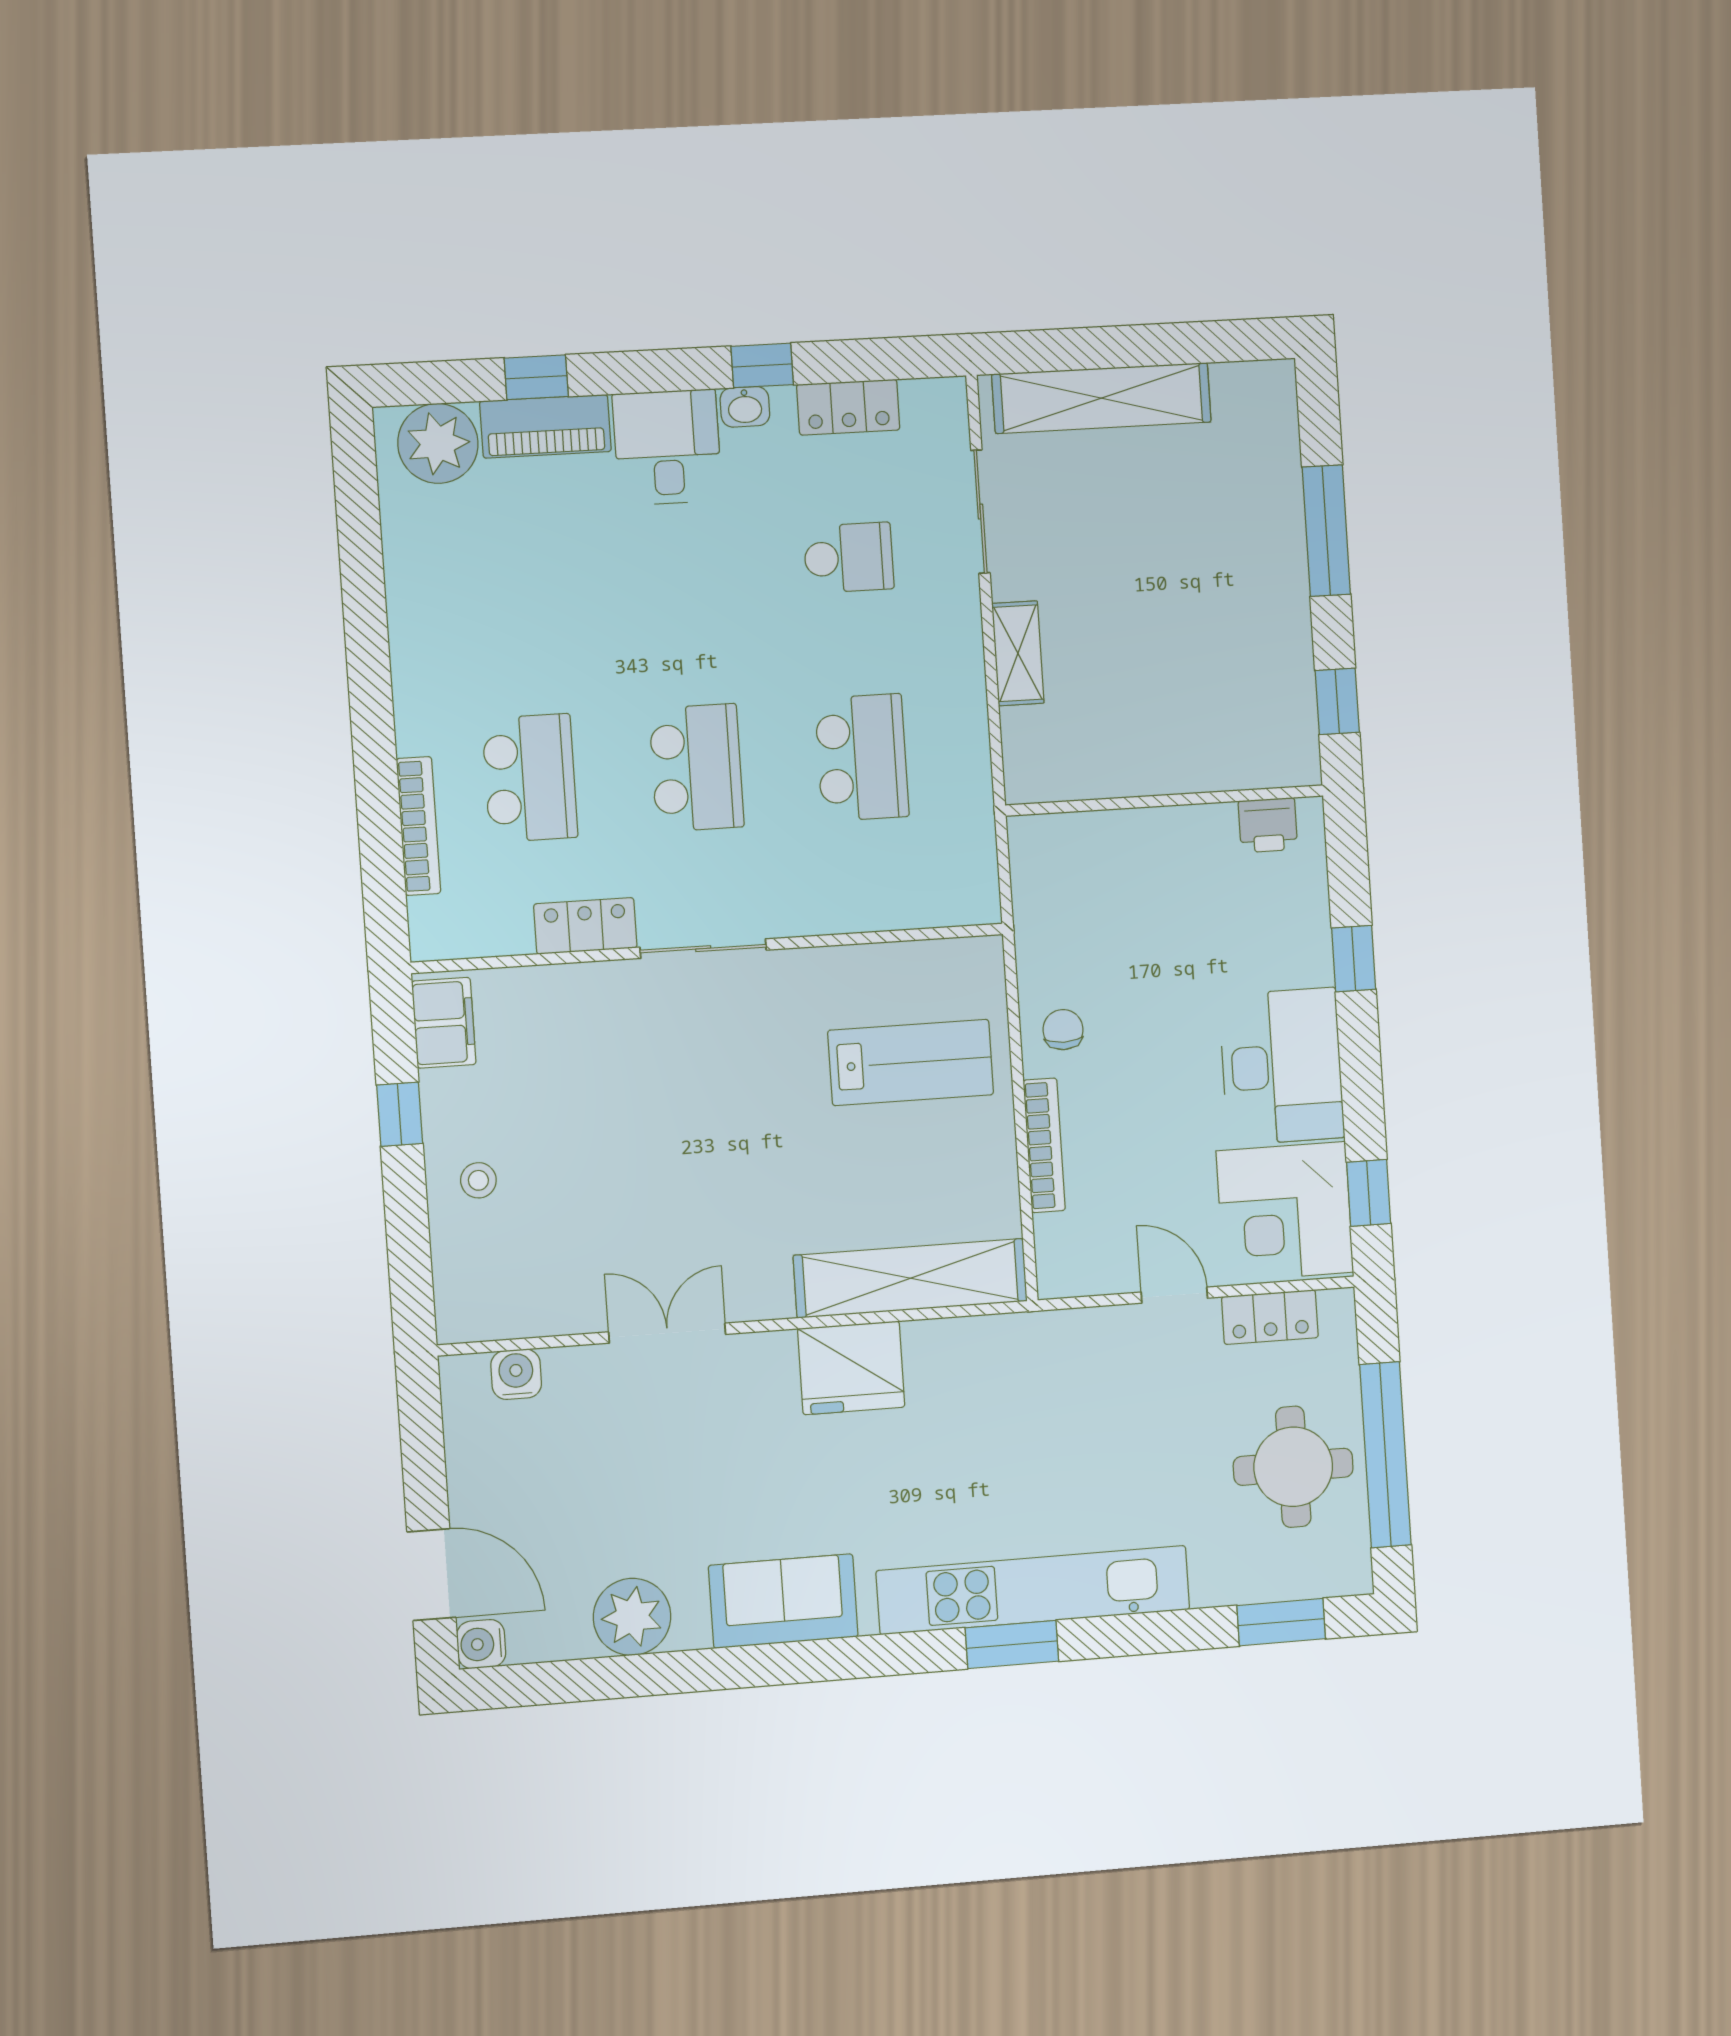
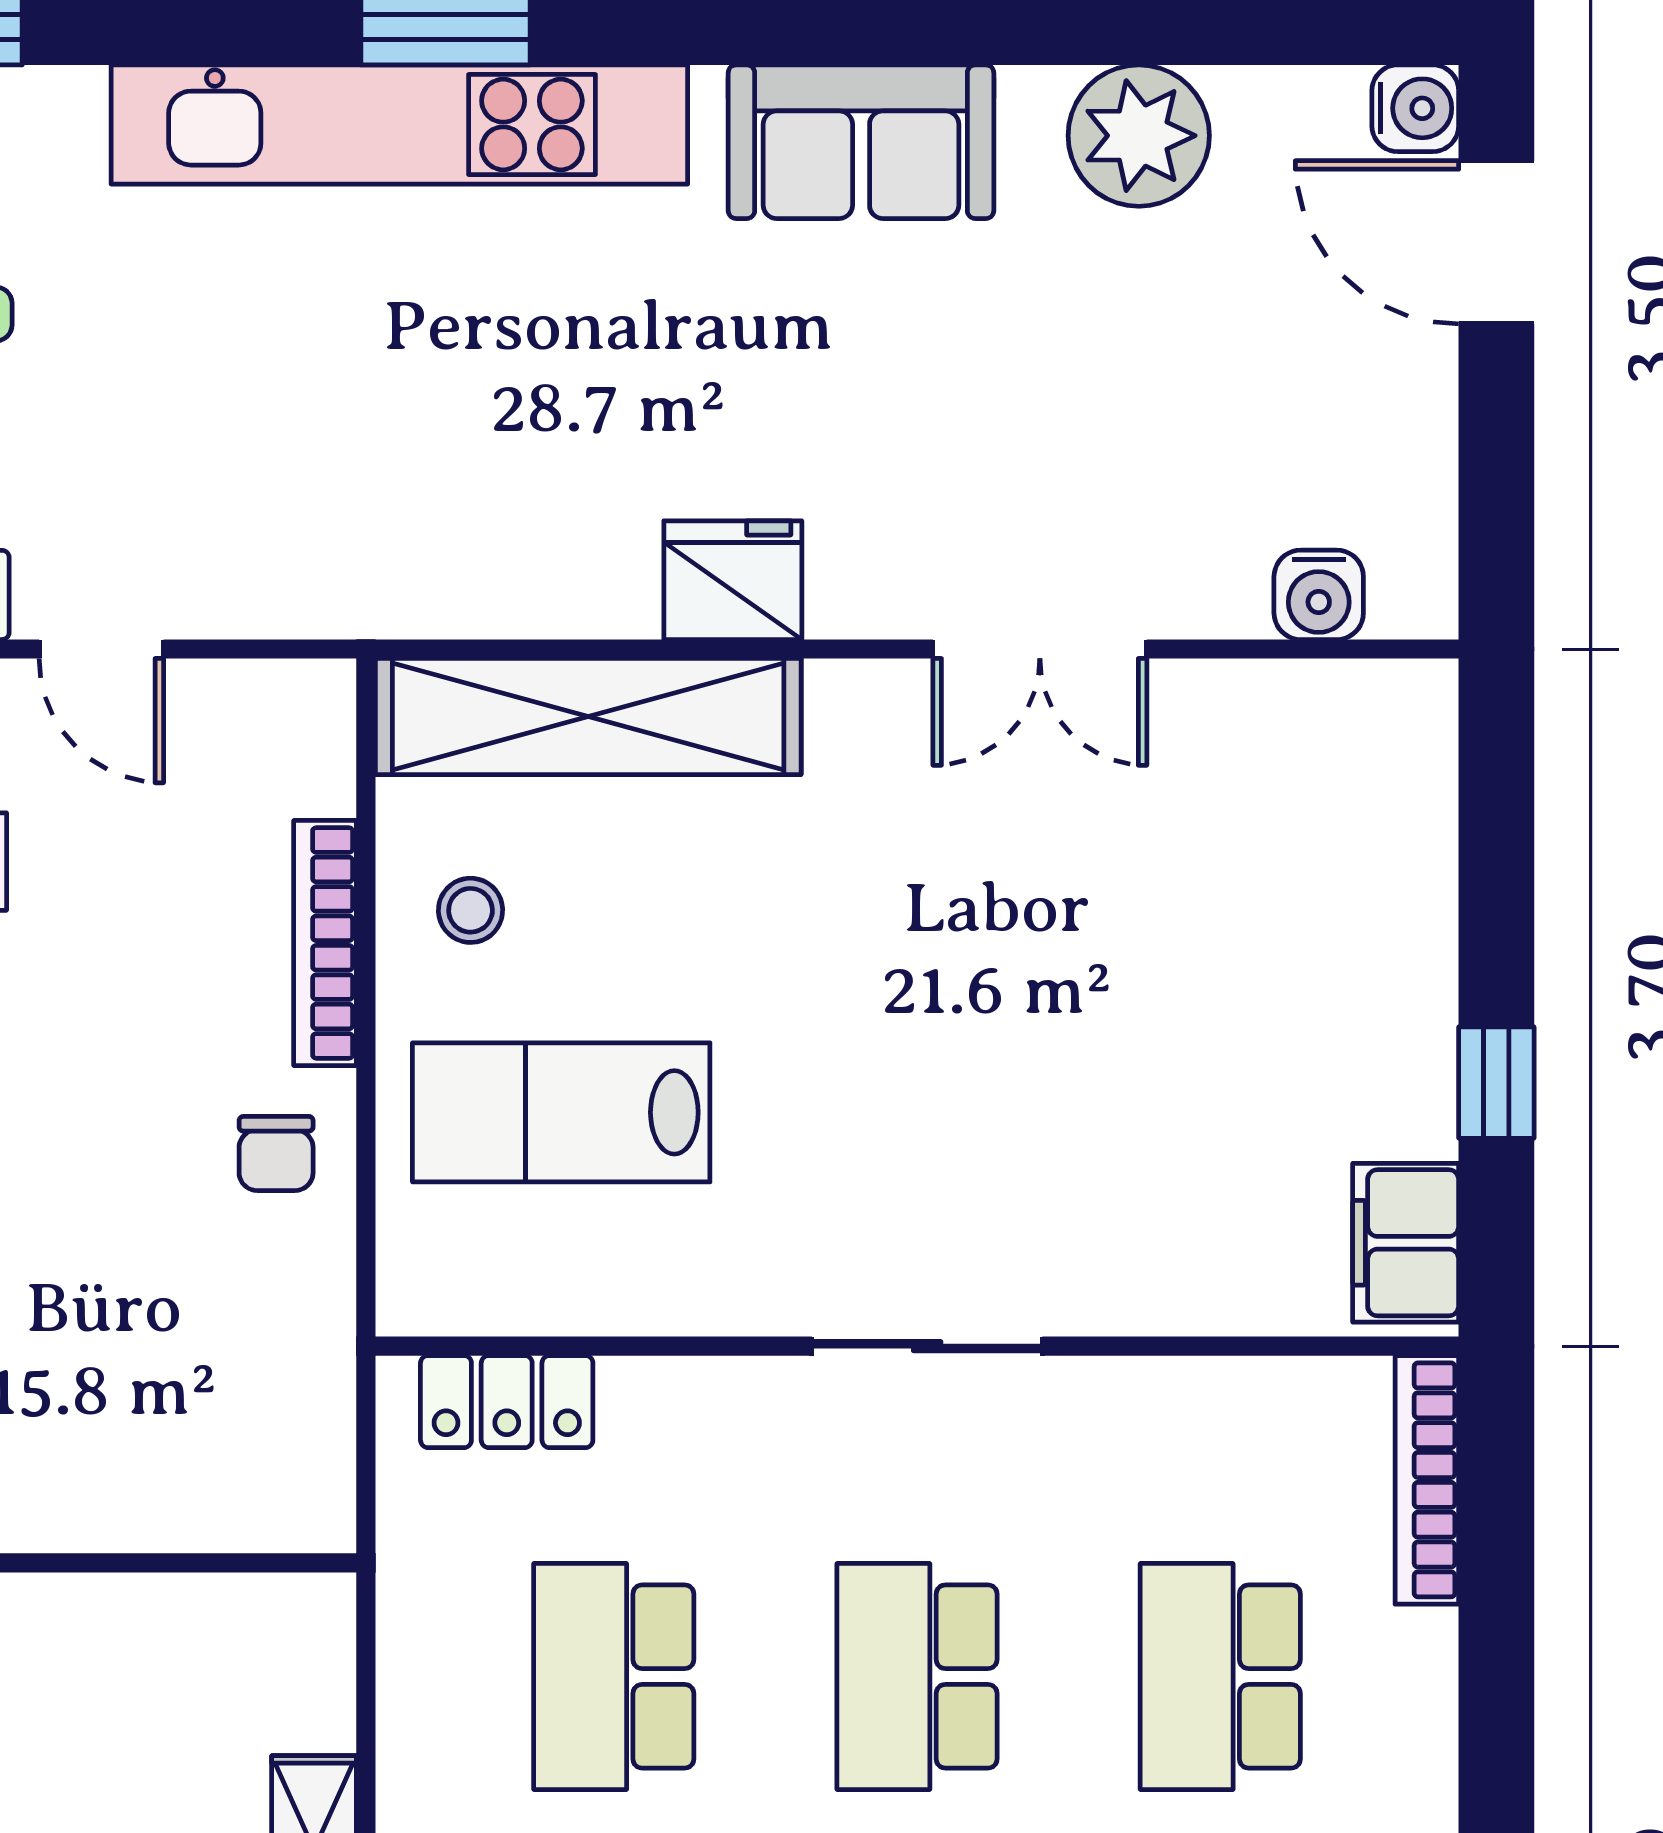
bookcase: (418, 826) -> (1427, 1480), moved
locker: (585, 926) -> (507, 1402), moved
stool: (478, 1180) -> (471, 910), moved
fridge: (851, 1368) -> (733, 580), width x0.73, depth x0.75

